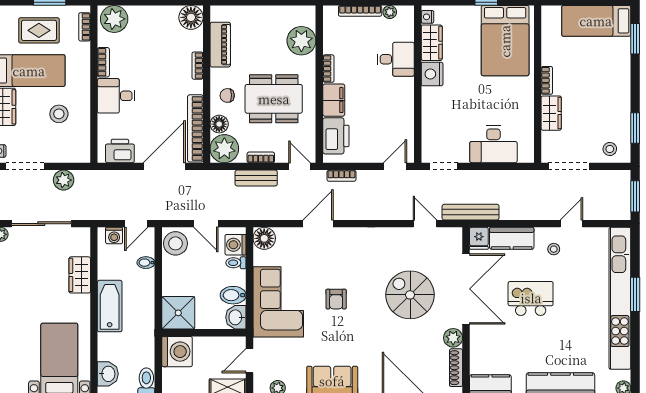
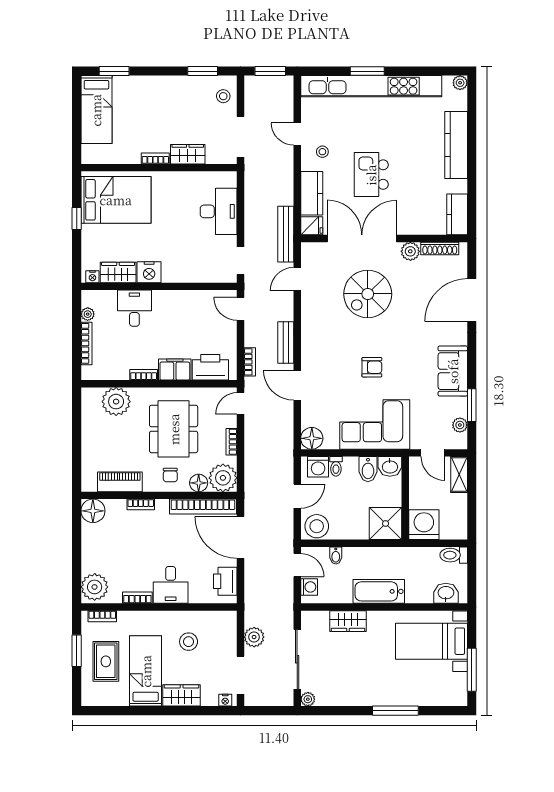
bench: (256, 178) -> (286, 343), moved

